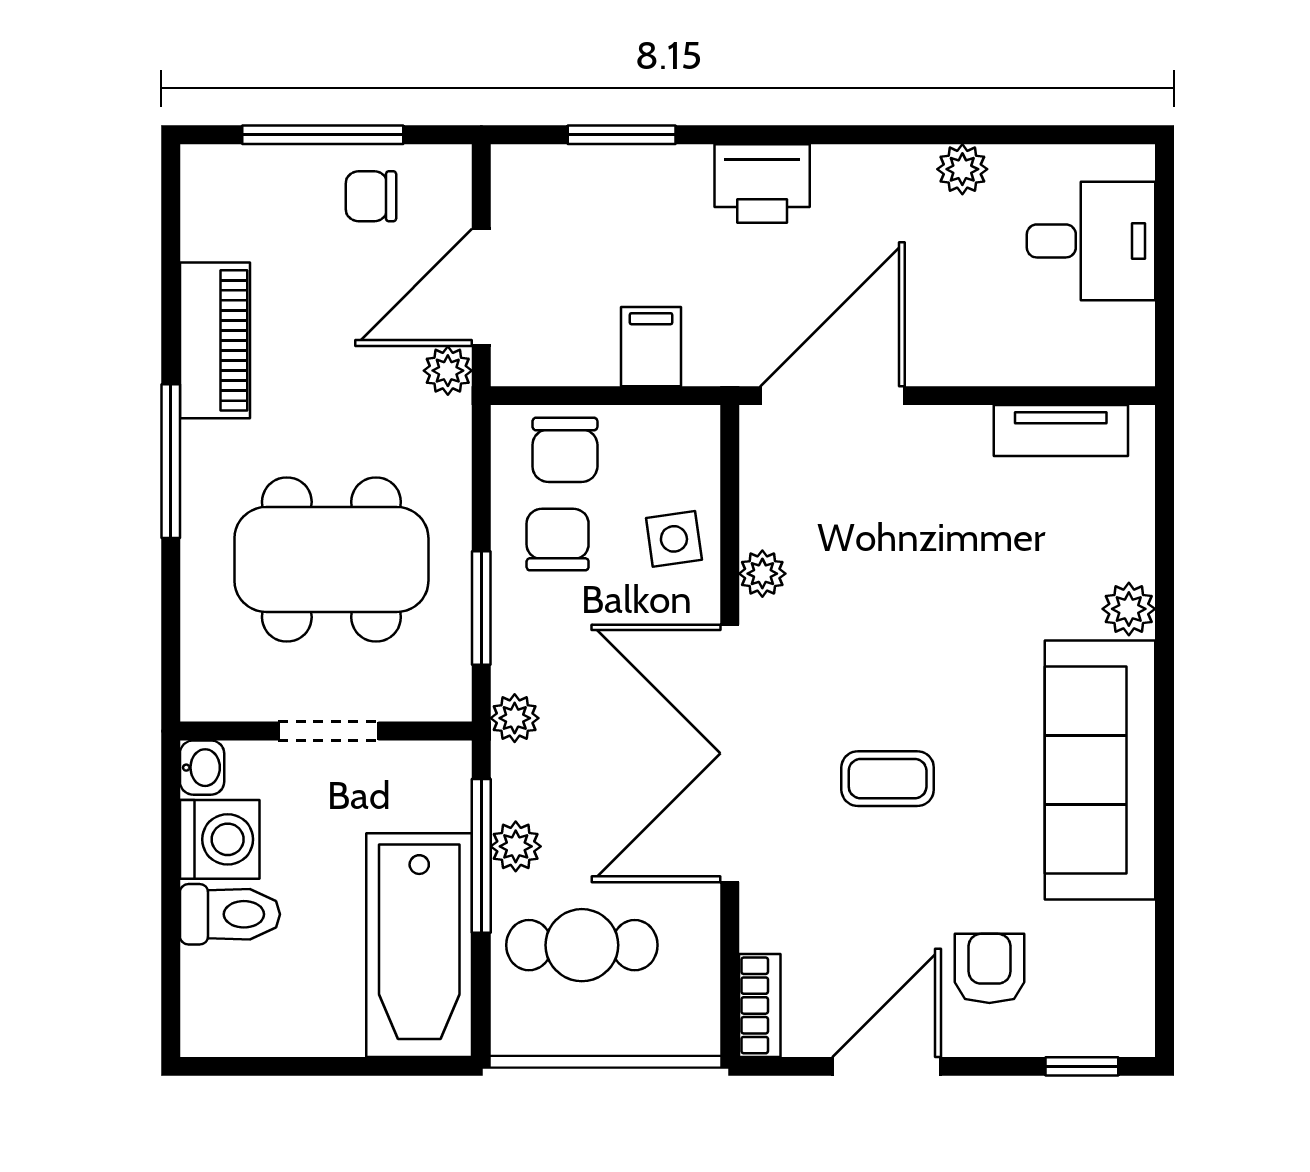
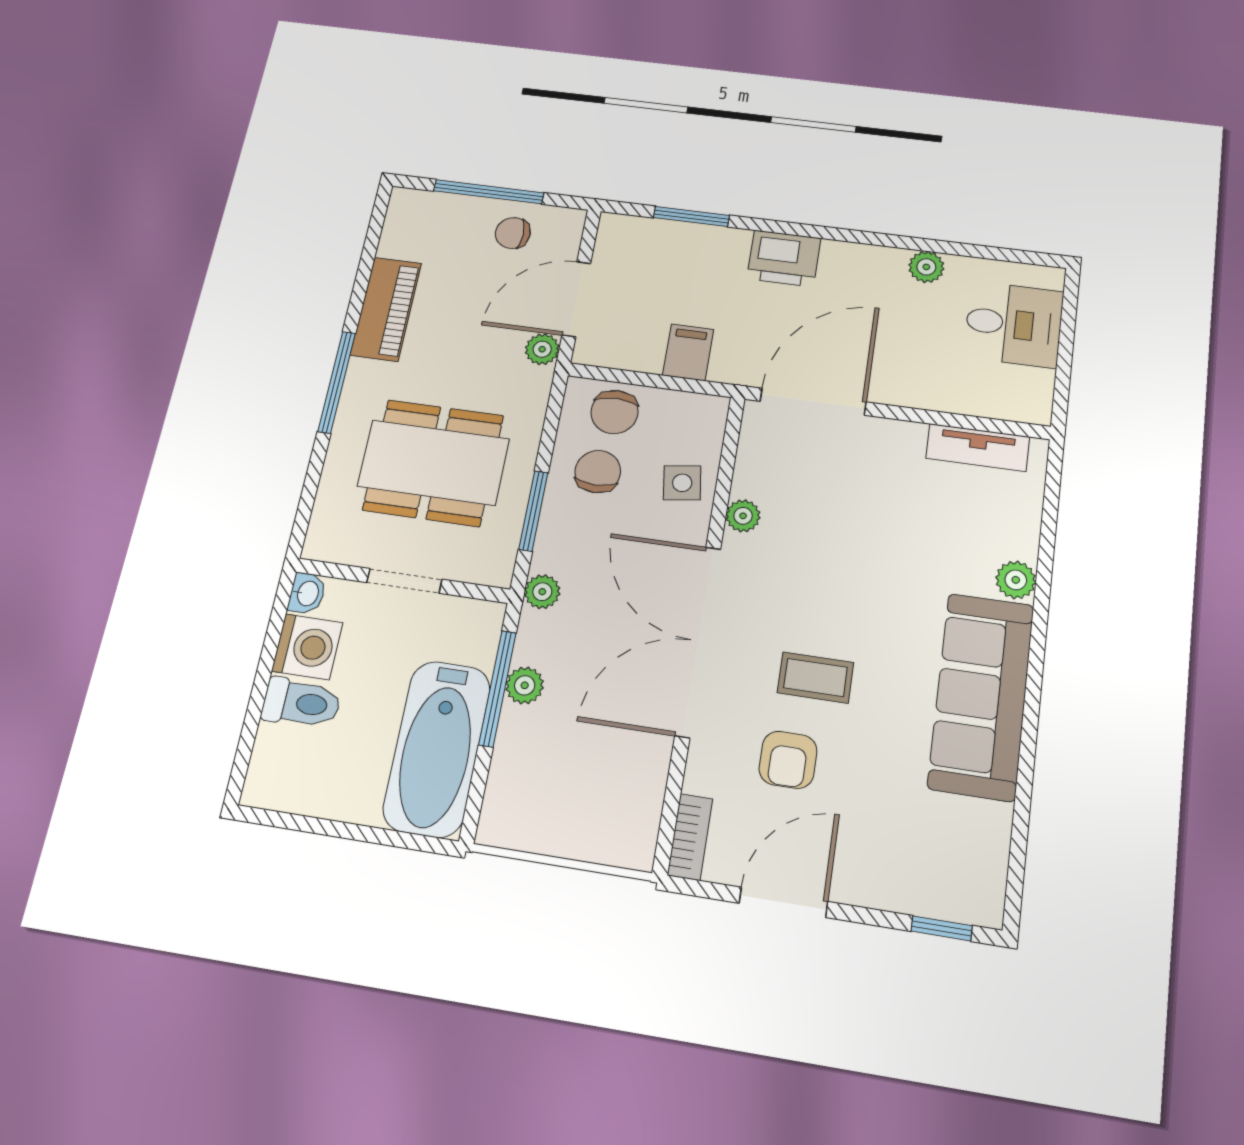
cafe table: (582, 945) -> (560, 768), removed
armchair: (989, 968) -> (788, 760), moved, turned 180

